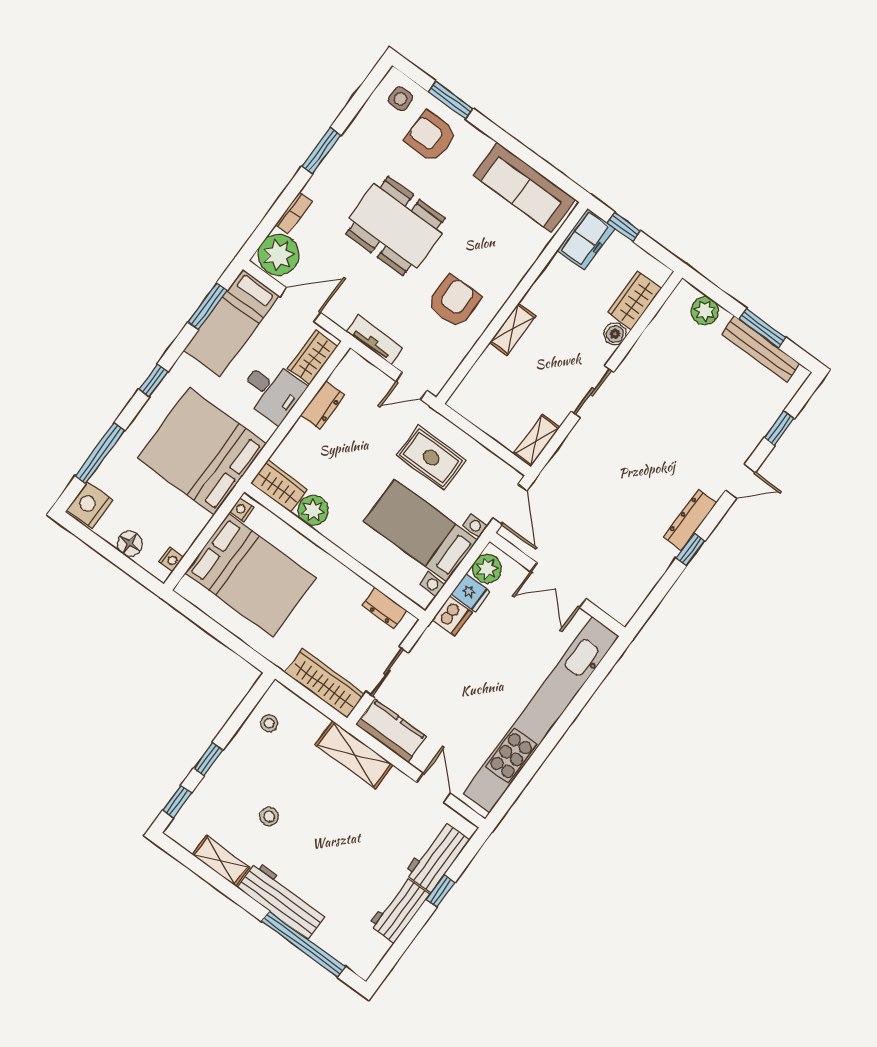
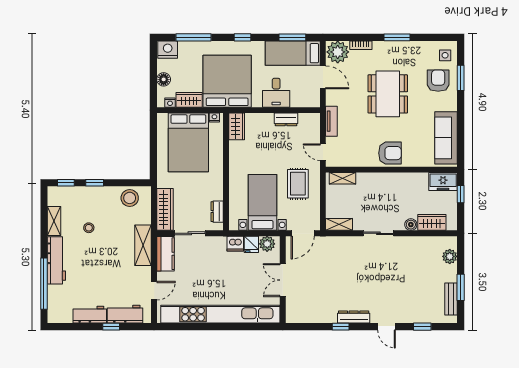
armchair: (454, 301) -> (390, 153), moved
shelving: (513, 329) -> (342, 178), moved
bench: (761, 349) -> (451, 299), width x0.73
wardrobe: (313, 357) -> (189, 100), moved
plant: (313, 510) -> (237, 149), removed
stool: (269, 723) -> (130, 198), width x1.89, depth x1.89

